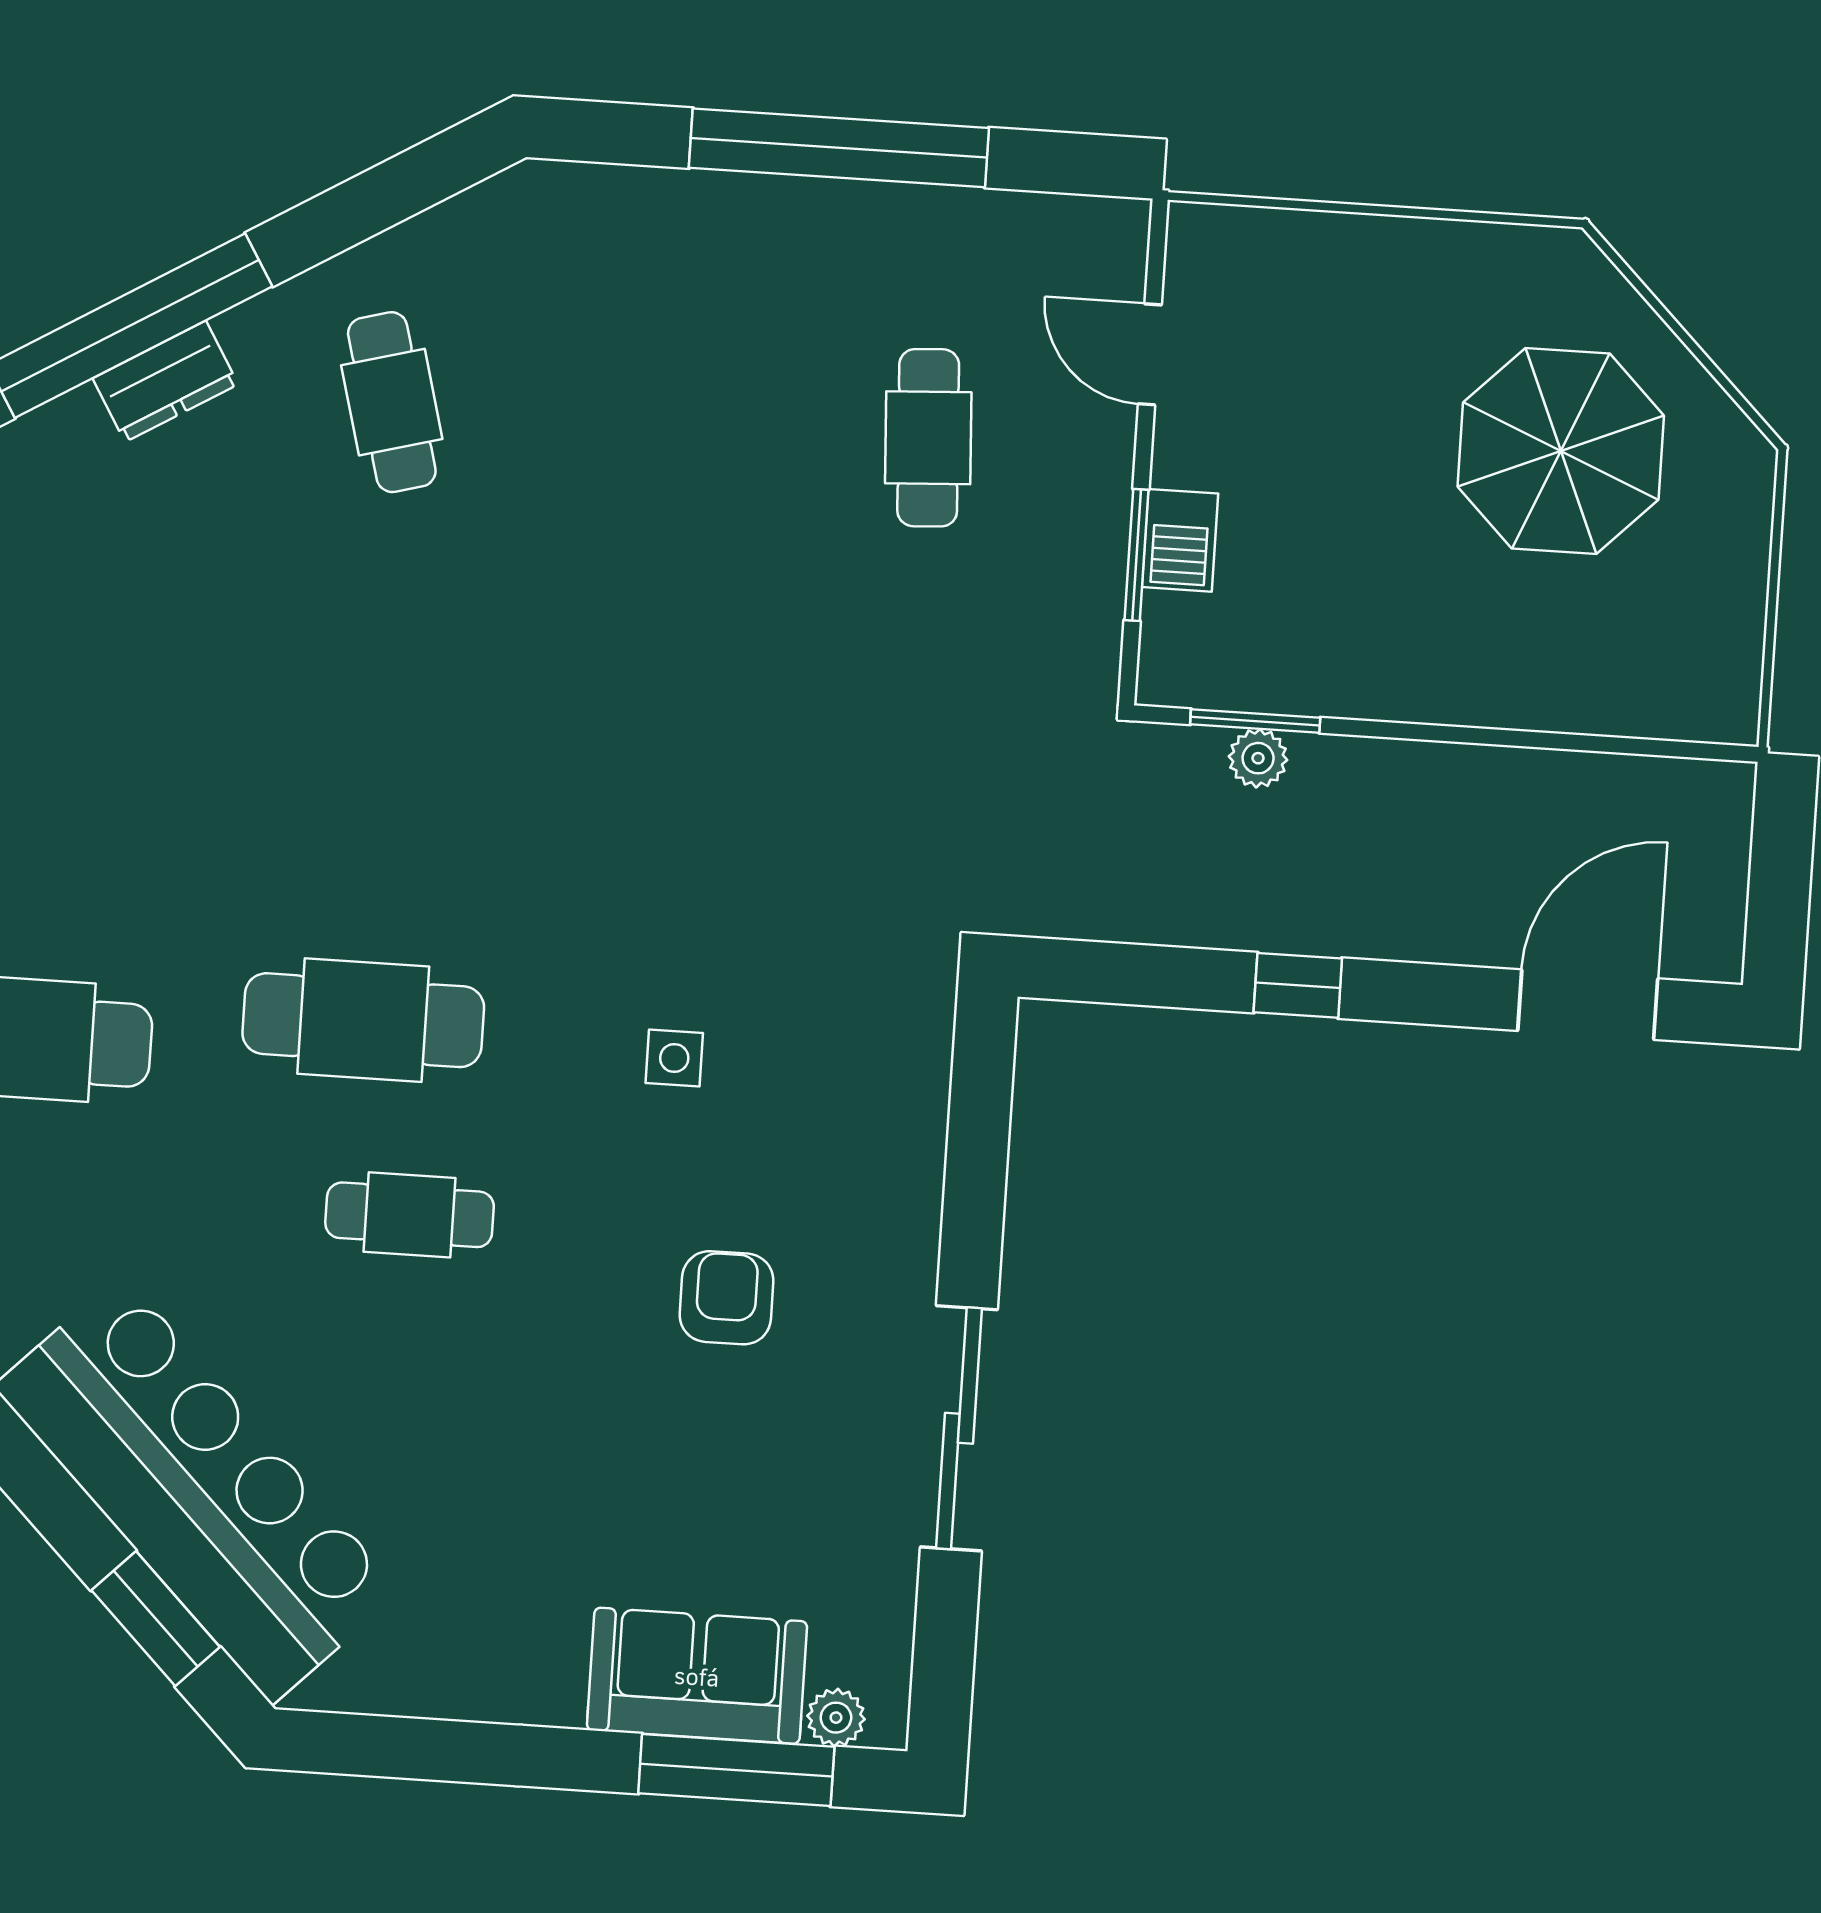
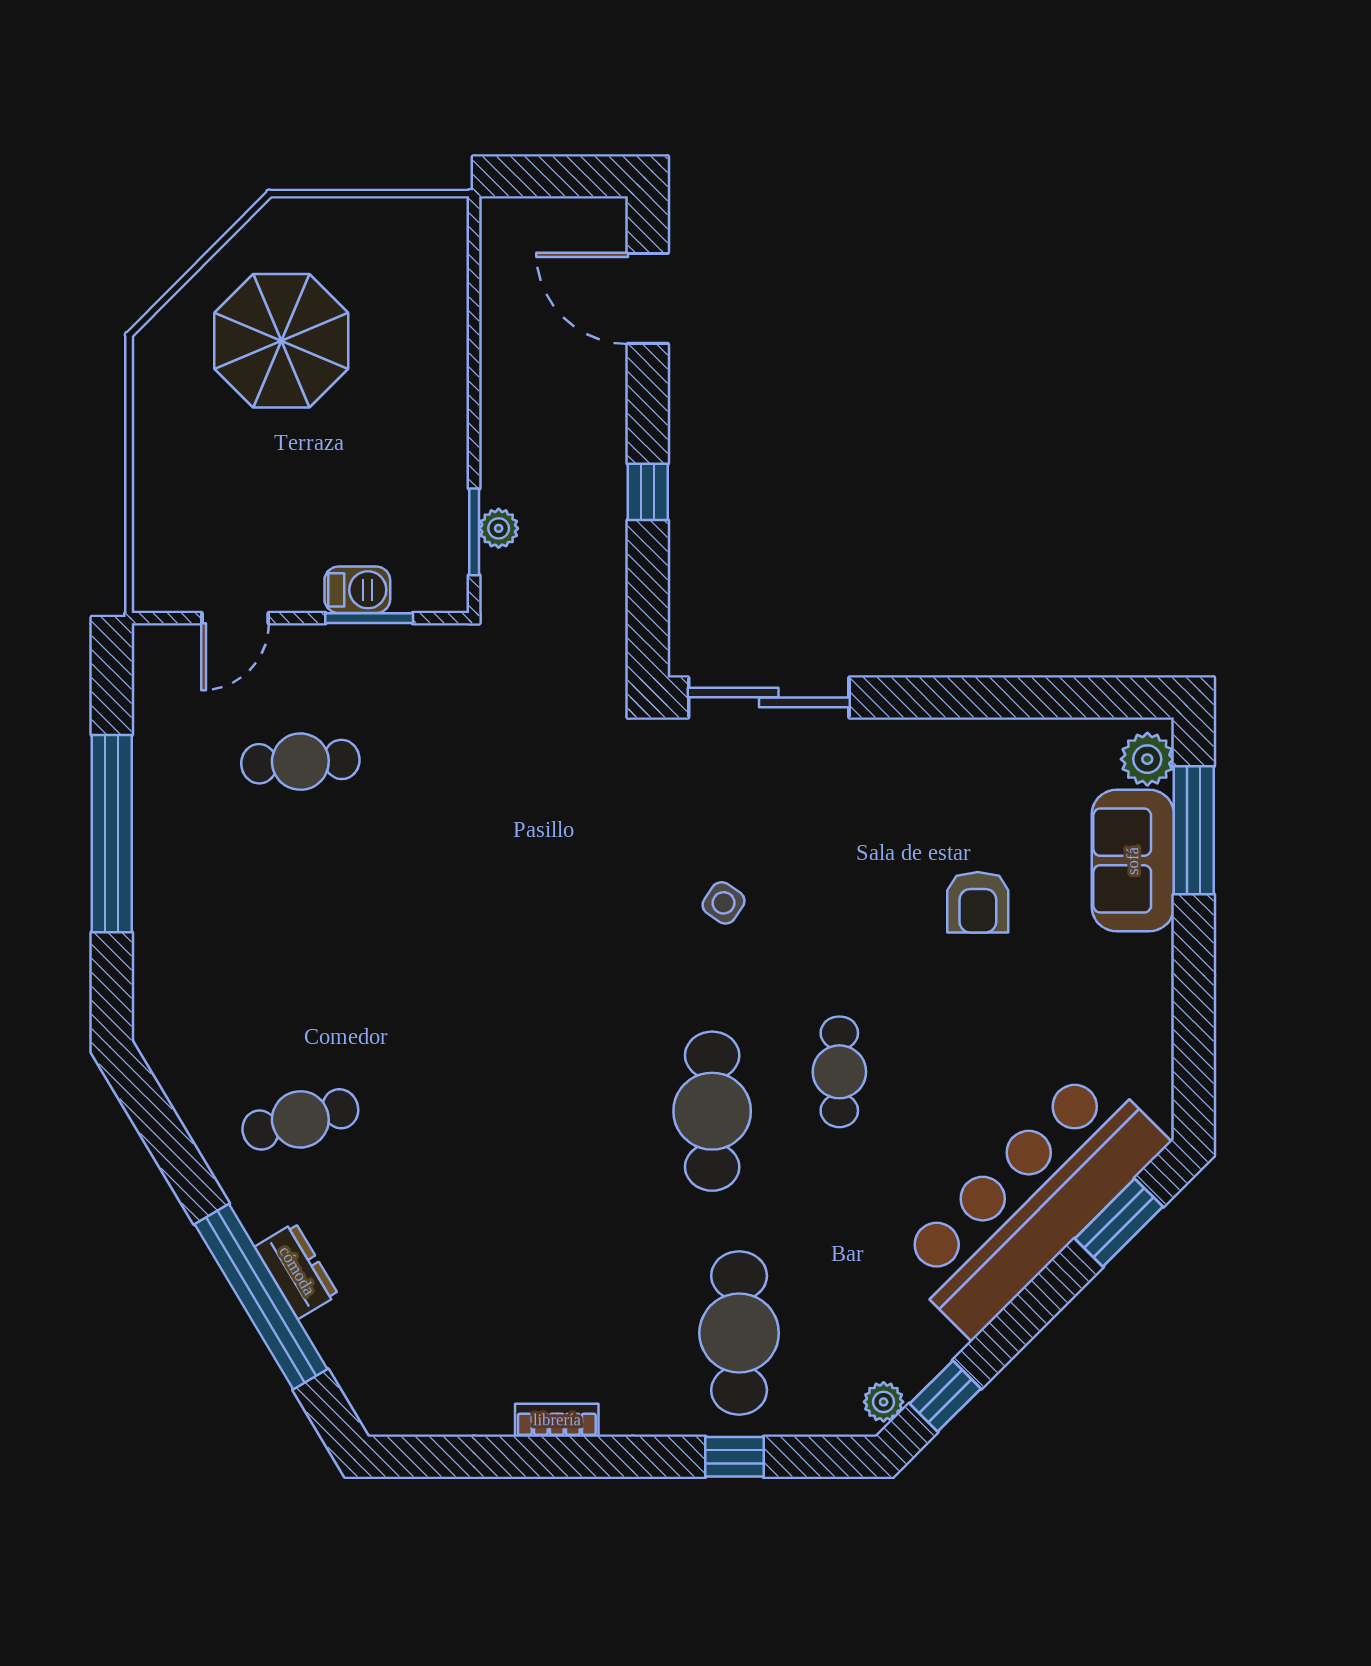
side table: (674, 1058) -> (724, 903), turned 34
armchair: (727, 1298) -> (978, 902), moved, turned -90
sliding door: (959, 1428) -> (769, 697), moved
plant: (836, 1718) -> (1147, 759), width x1.38, depth x1.38

